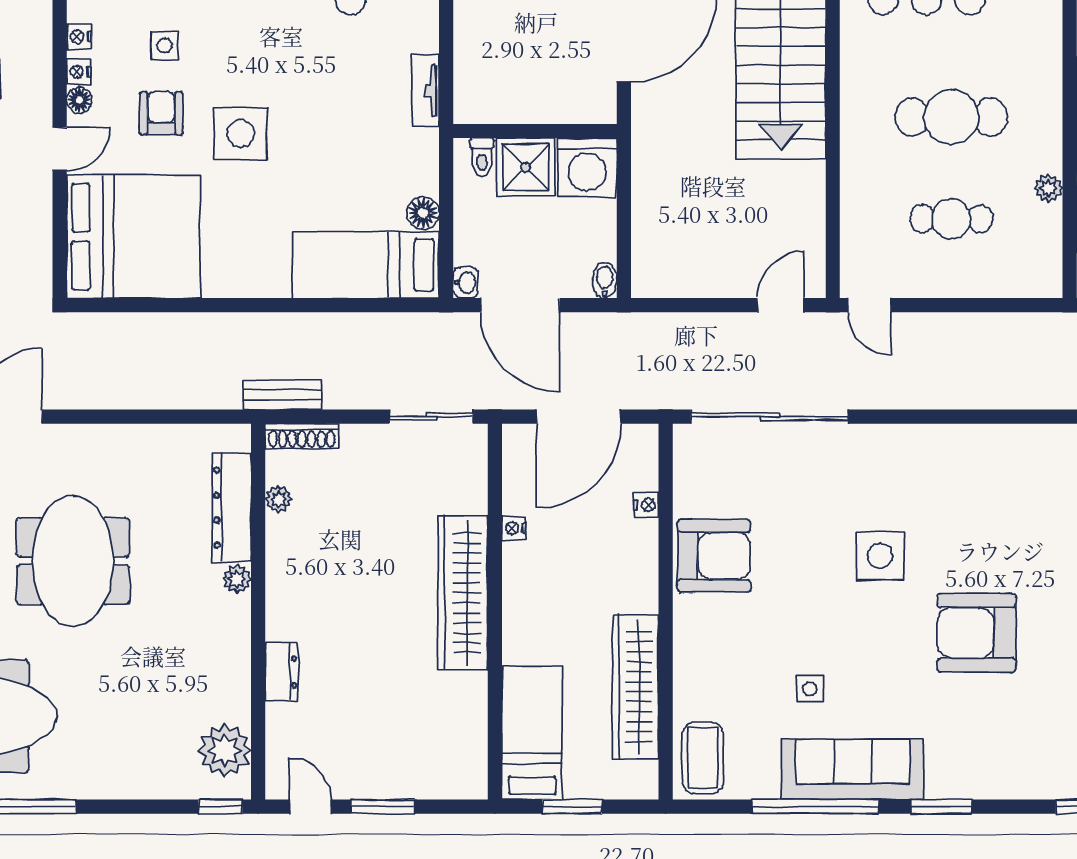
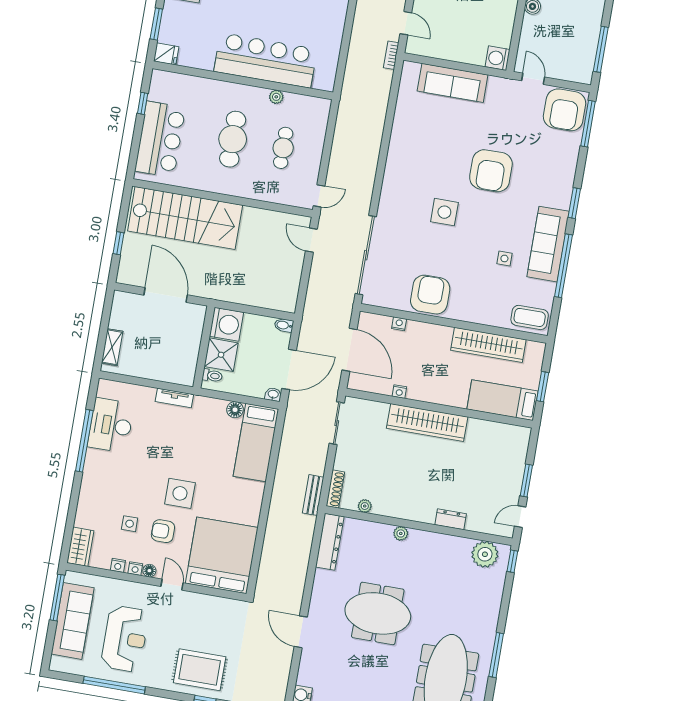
dresser: (232, 508) -> (330, 542), moved, turned -90

